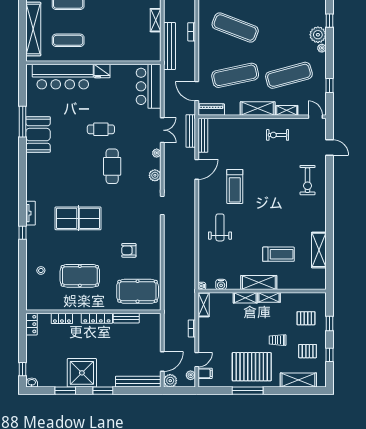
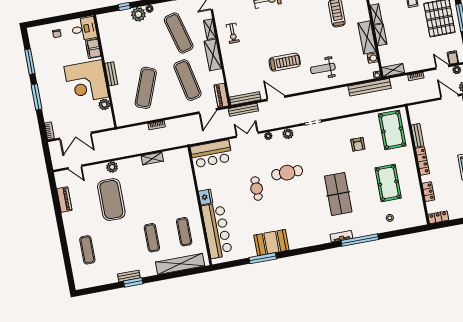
bench: (169, 46) -> (370, 87), moved
window: (23, 233) -> (360, 240), width x3.17
shelving: (259, 283) -> (367, 37), moved

